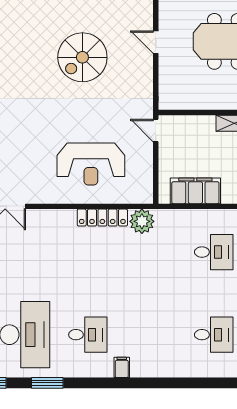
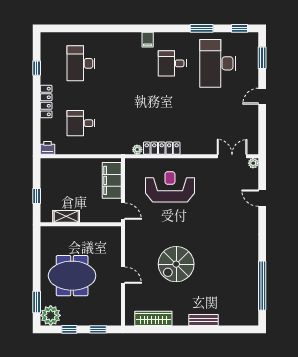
spiral stairs: (82, 57) -> (176, 264), turned 180
filing cabinet: (195, 191) -> (112, 180), moved, turned 90
plant: (142, 221) -> (137, 150), width x0.53, depth x0.53
desk: (214, 335) -> (81, 63), width x1.37

